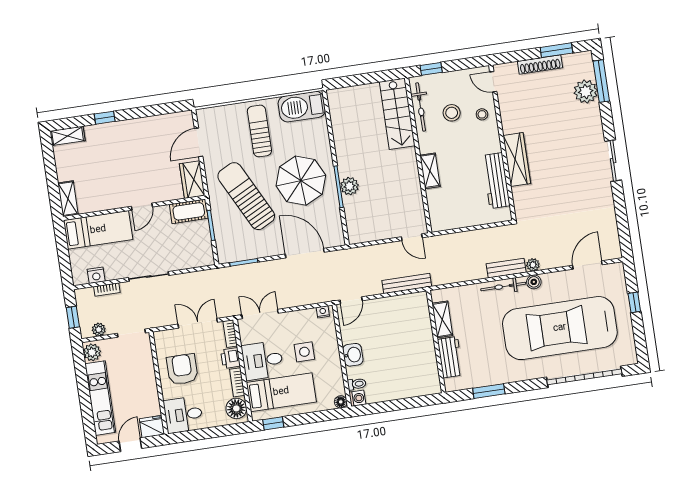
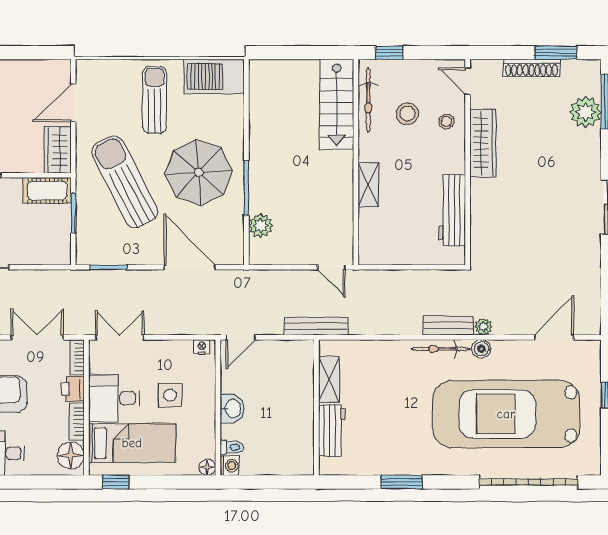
wardrobe: (517, 160) -> (483, 143), moved
plant: (349, 186) -> (261, 226), moved
shelving: (442, 319) -> (329, 380), moved
wall: (436, 342) -> (316, 408), moved
workbench: (450, 357) -> (332, 430), moved

